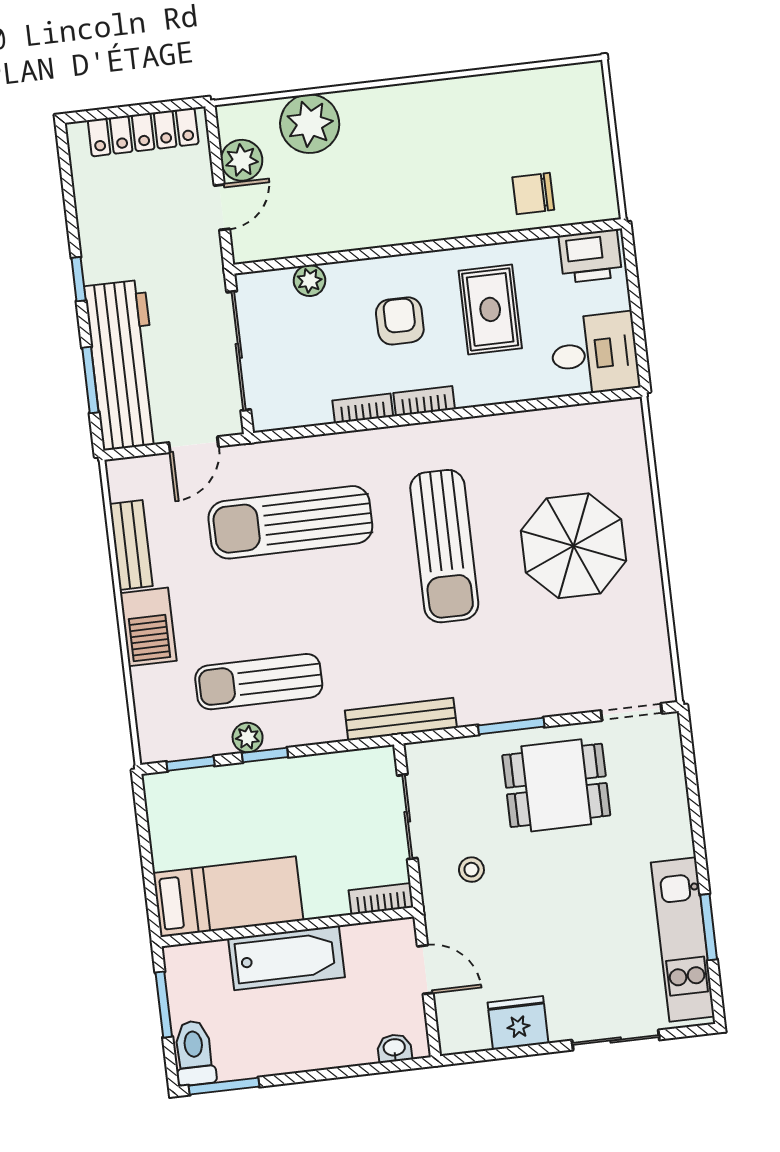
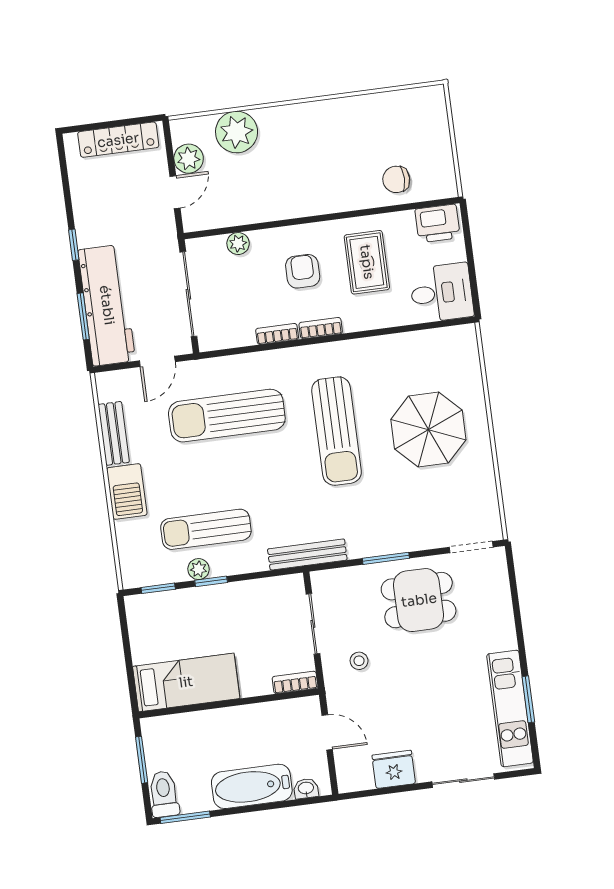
bathtub: (287, 958) -> (252, 786), moved, turned 180

